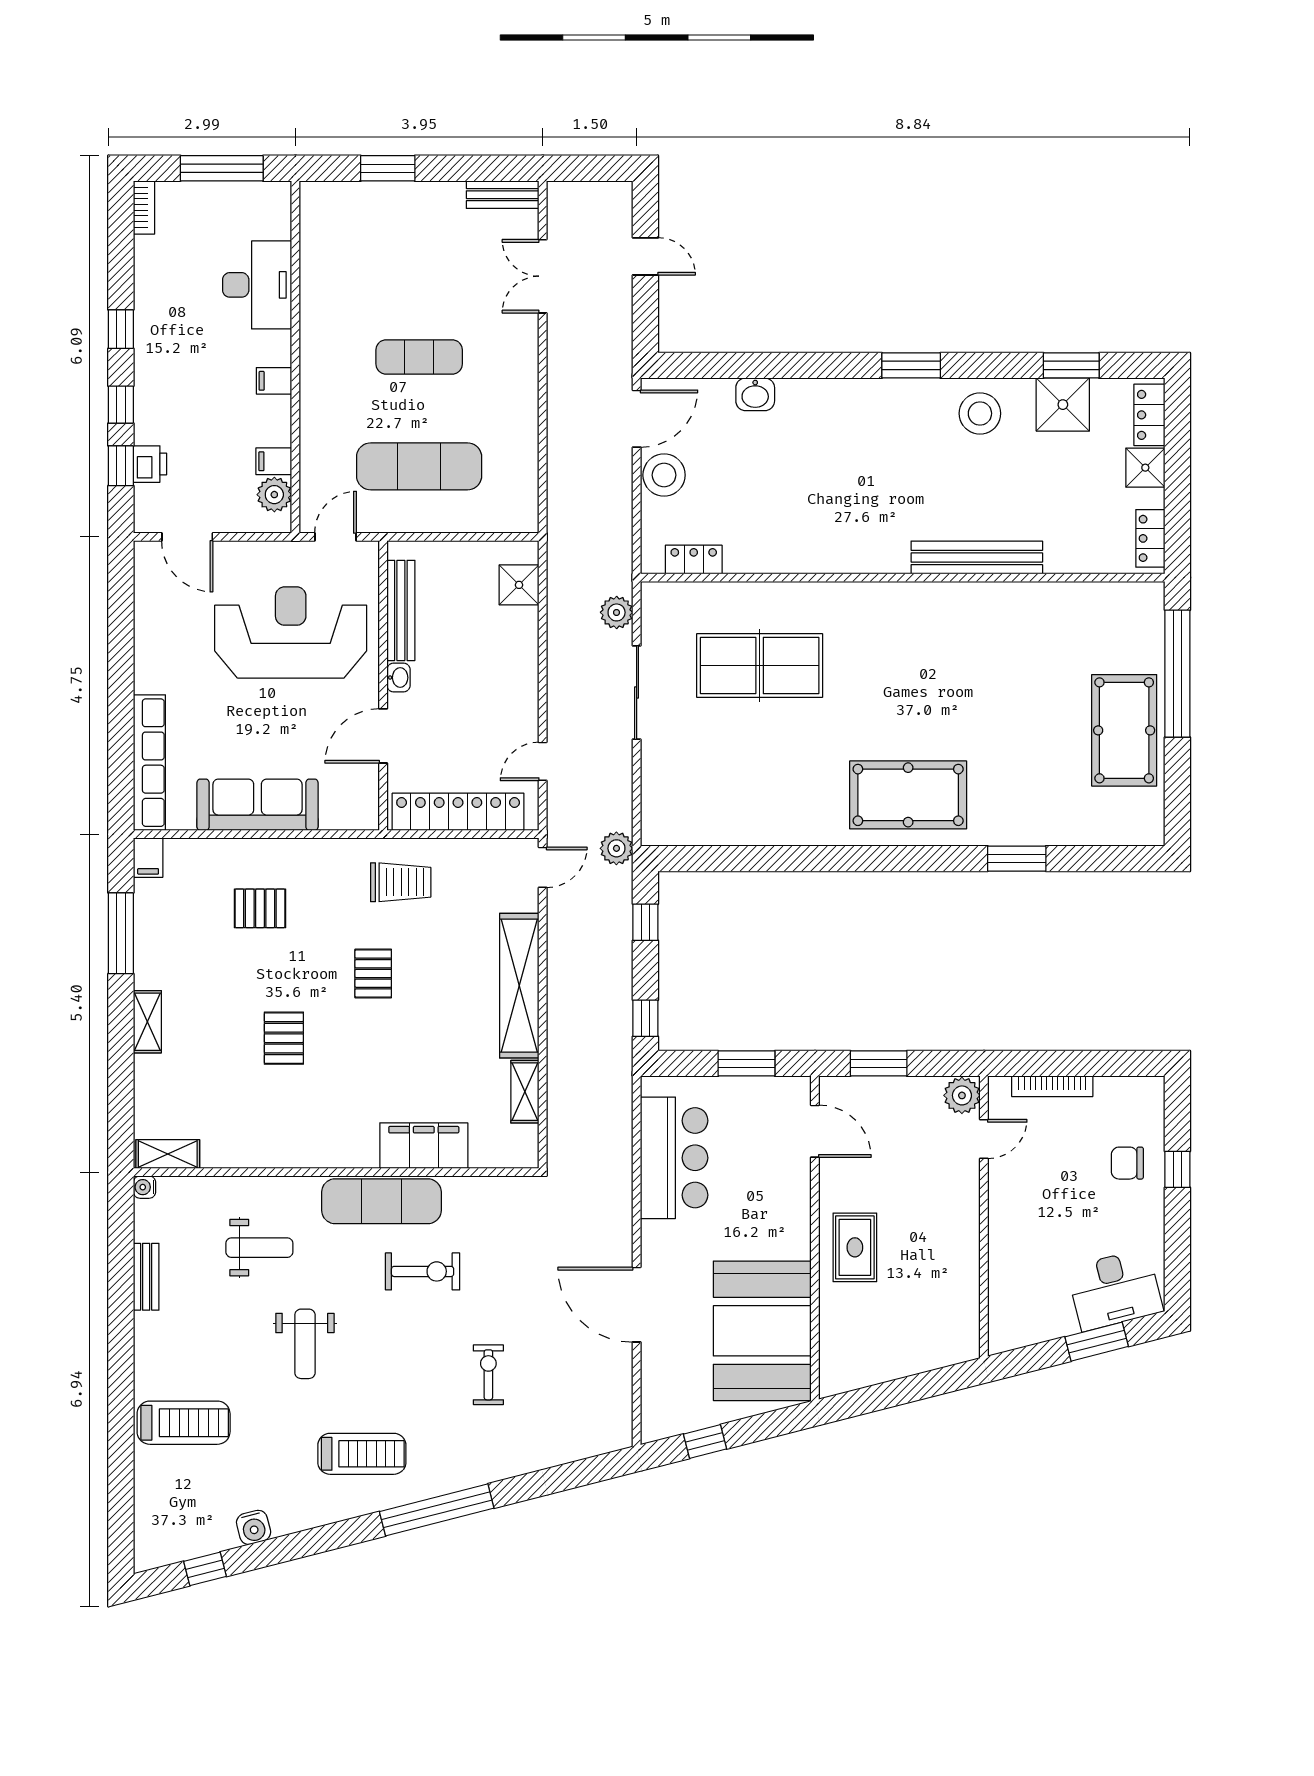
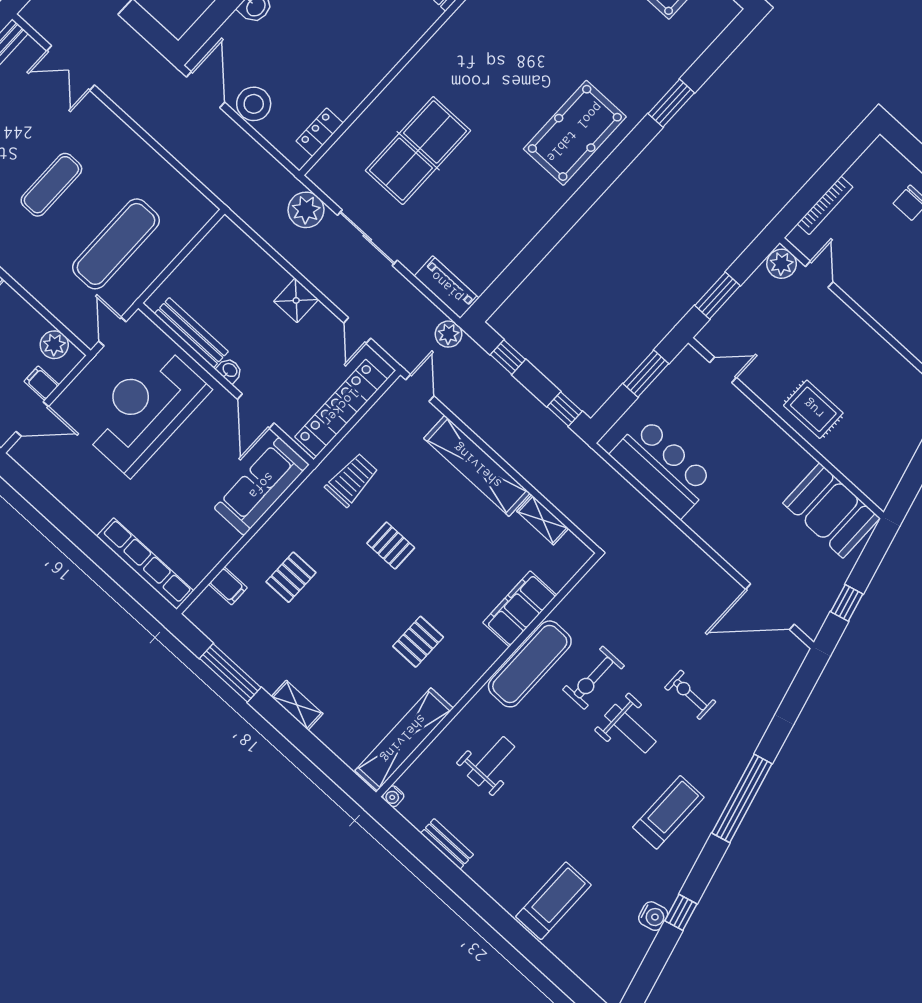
filing cabinet: (274, 461) -> (42, 383), moved, turned 90
shower: (519, 585) -> (296, 300), moved
plant: (617, 612) -> (306, 210), width x1.36, depth x1.36
sofa: (257, 805) -> (262, 486), moved
piano: (658, 807) -> (446, 287), added
filing cabinet: (148, 858) -> (228, 586), moved
pallet: (284, 1038) -> (418, 642), moved, turned 90
door: (815, 1131) -> (723, 370), width x0.73
shelving: (168, 1154) -> (404, 739), width x2.20, depth x1.33
exercise bike: (423, 1271) -> (594, 678), turned 180
door: (637, 1305) -> (770, 607), moved
booth: (762, 1331) -> (831, 511), width x0.73, depth x0.70
weight bench: (305, 1344) -> (630, 729), moved
window: (205, 1569) -> (681, 912), moved

